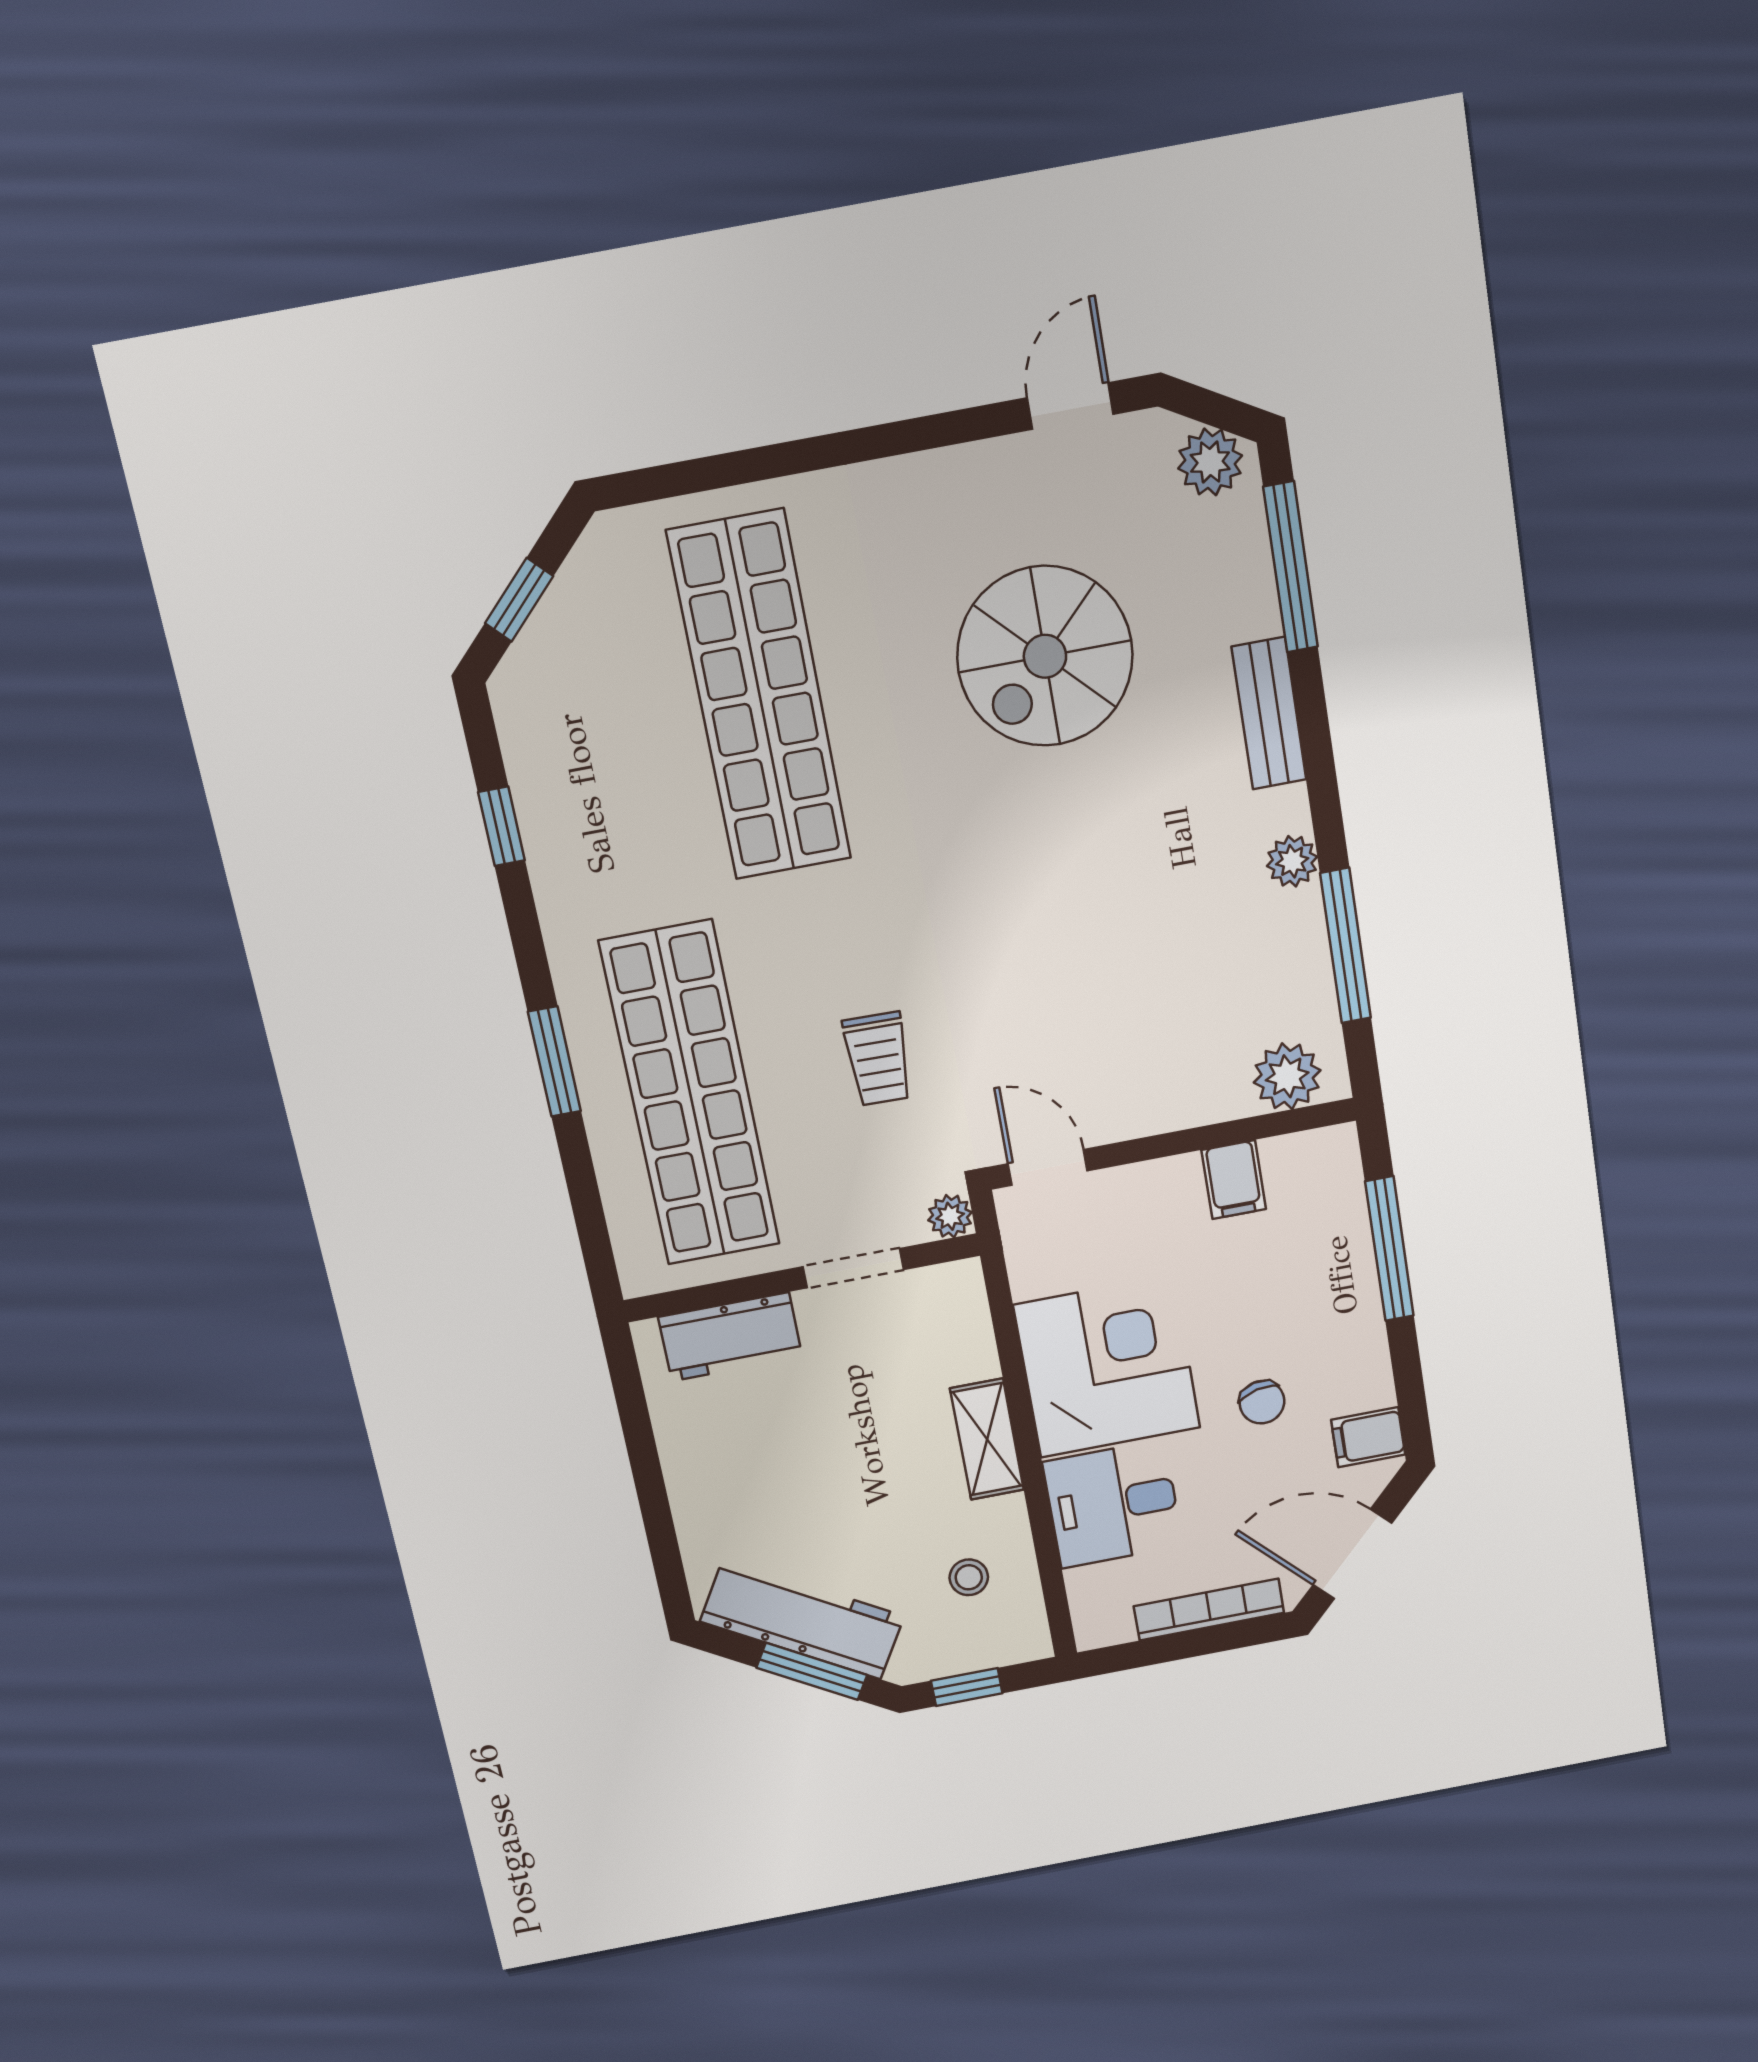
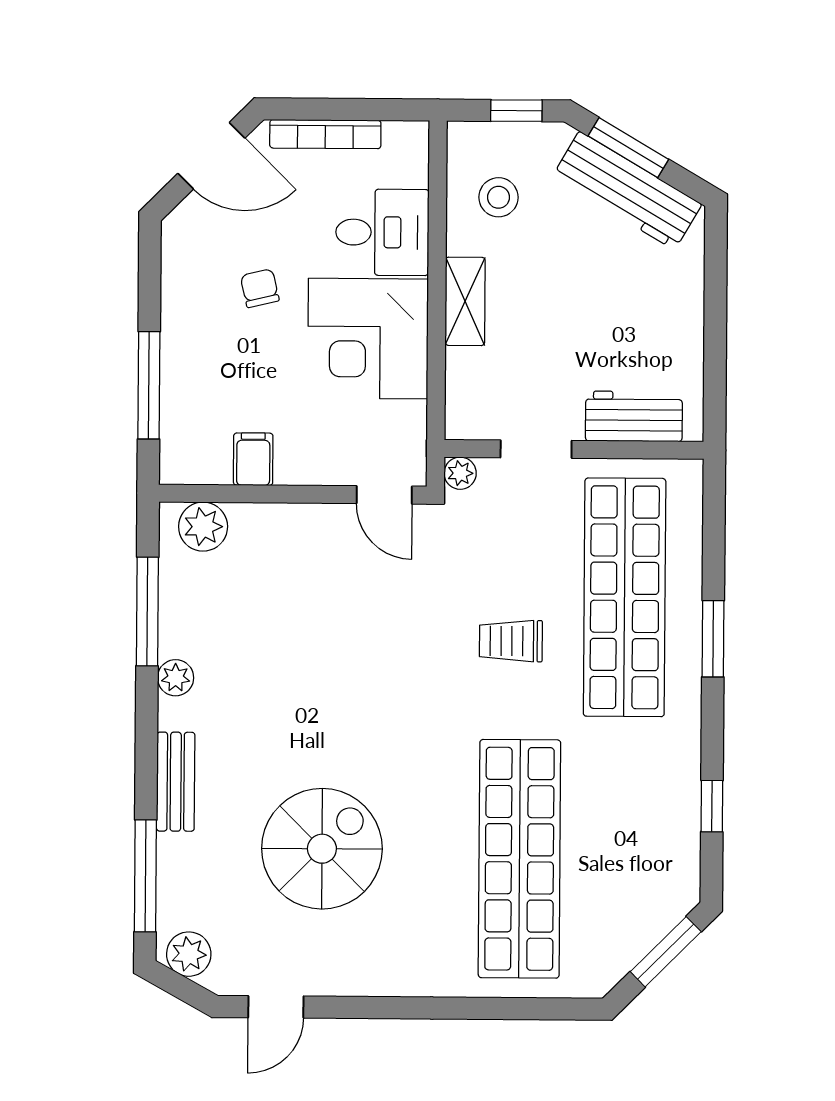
window: (519, 600) -> (666, 952), width x1.50
trolley: (878, 1059) -> (511, 641), moved, turned -91
filing cabinet: (1368, 1437) -> (186, 245), removed
stool: (969, 1577) -> (498, 197), width x1.37, depth x1.37

